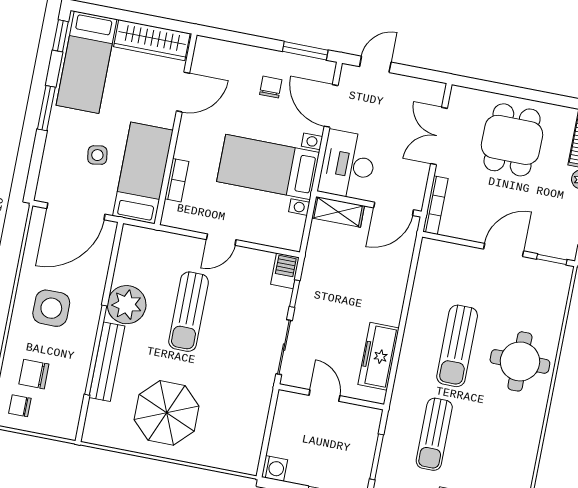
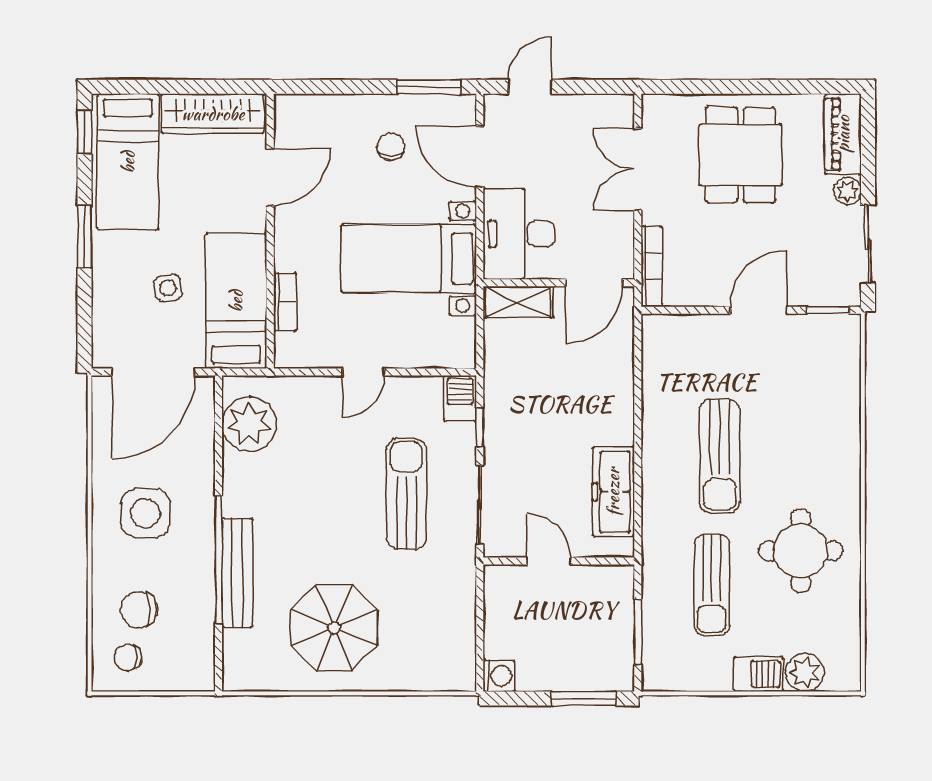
plant: (127, 305) -> (249, 424), moved
sun lounger: (189, 312) -> (406, 494), moved, turned 180
round table: (520, 361) -> (801, 551), moved

